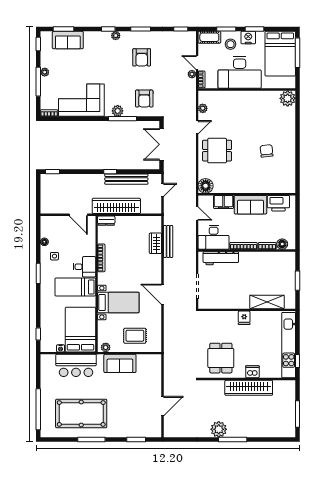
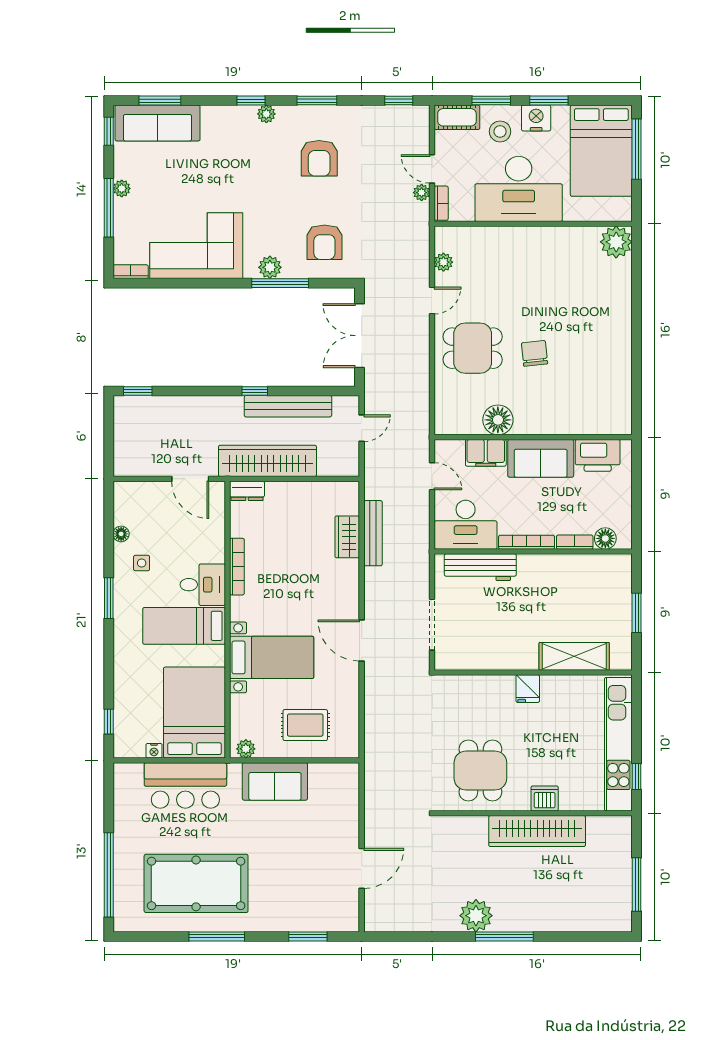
sofa: (68, 40) -> (158, 123), width x1.36
chair: (267, 151) -> (534, 353), moved
floor lamp: (206, 186) -> (498, 420), moved

